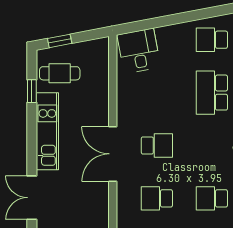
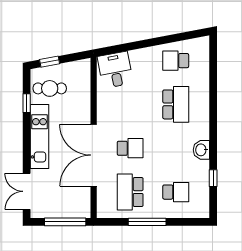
school desk: (212, 93) -> (176, 104), turned 180
double door: (113, 154) -> (94, 155), width x1.36
school desk: (157, 198) -> (130, 192), width x1.85
school desk: (212, 198) -> (176, 192), turned 180

